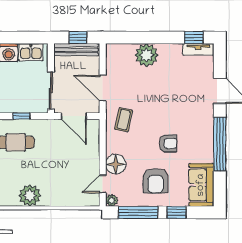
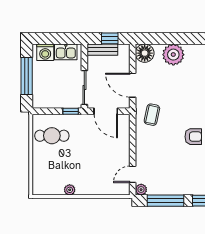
bench: (76, 50) -> (102, 50), width x0.73
window: (21, 116) -> (71, 111), moved
floor lamp: (116, 164) -> (145, 53), moved
armchair: (156, 181) -> (182, 171), removed
plant: (30, 196) -> (70, 190), width x0.53, depth x0.53

